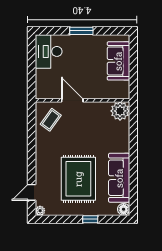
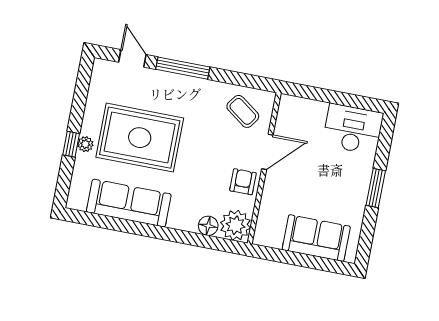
armchair: (93, 112) -> (243, 182), added
window: (32, 161) -> (183, 68), added
floor lamp: (124, 209) -> (208, 226), moved
plant: (40, 211) -> (85, 144), moved

